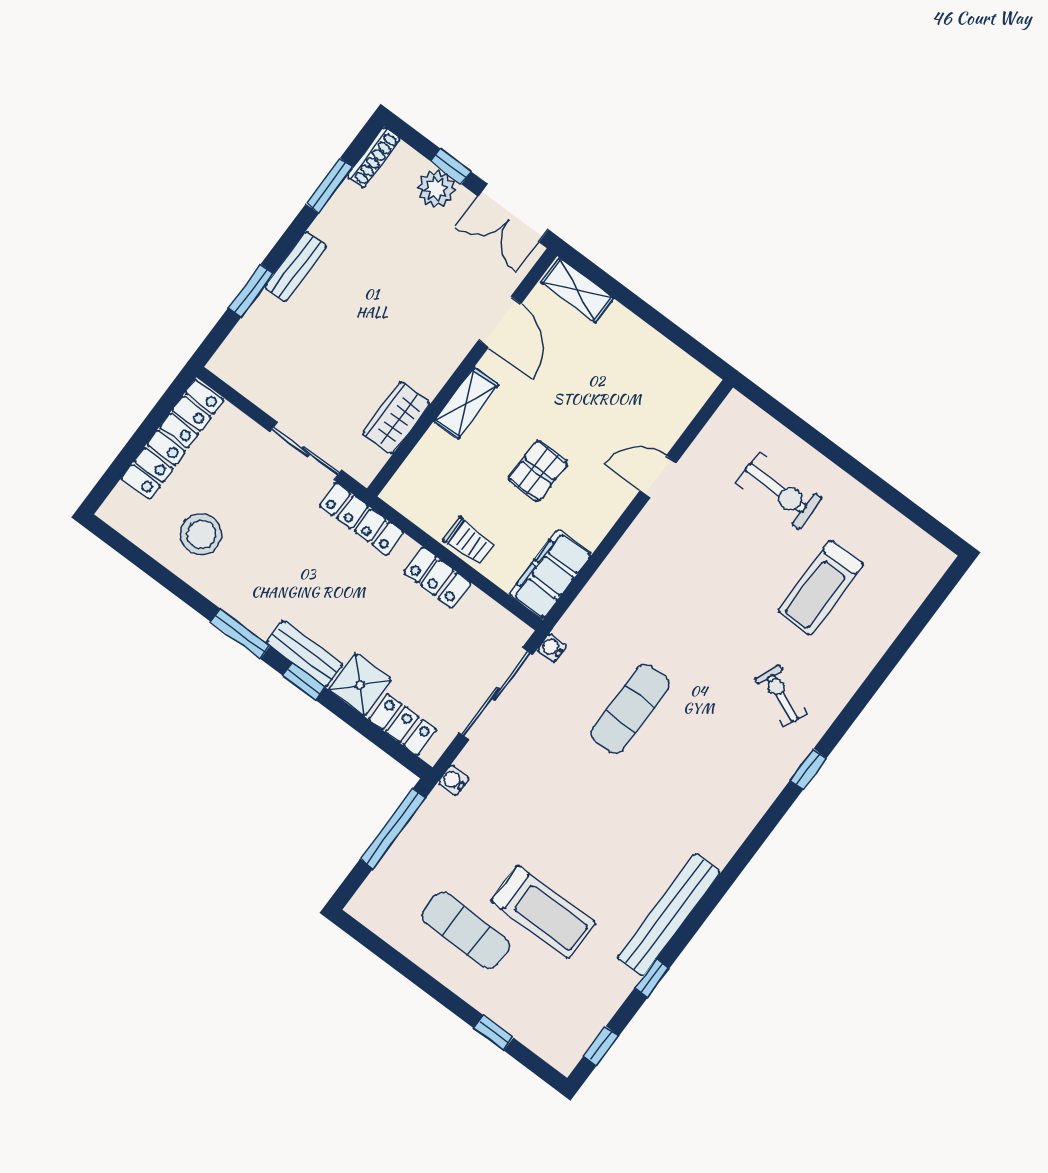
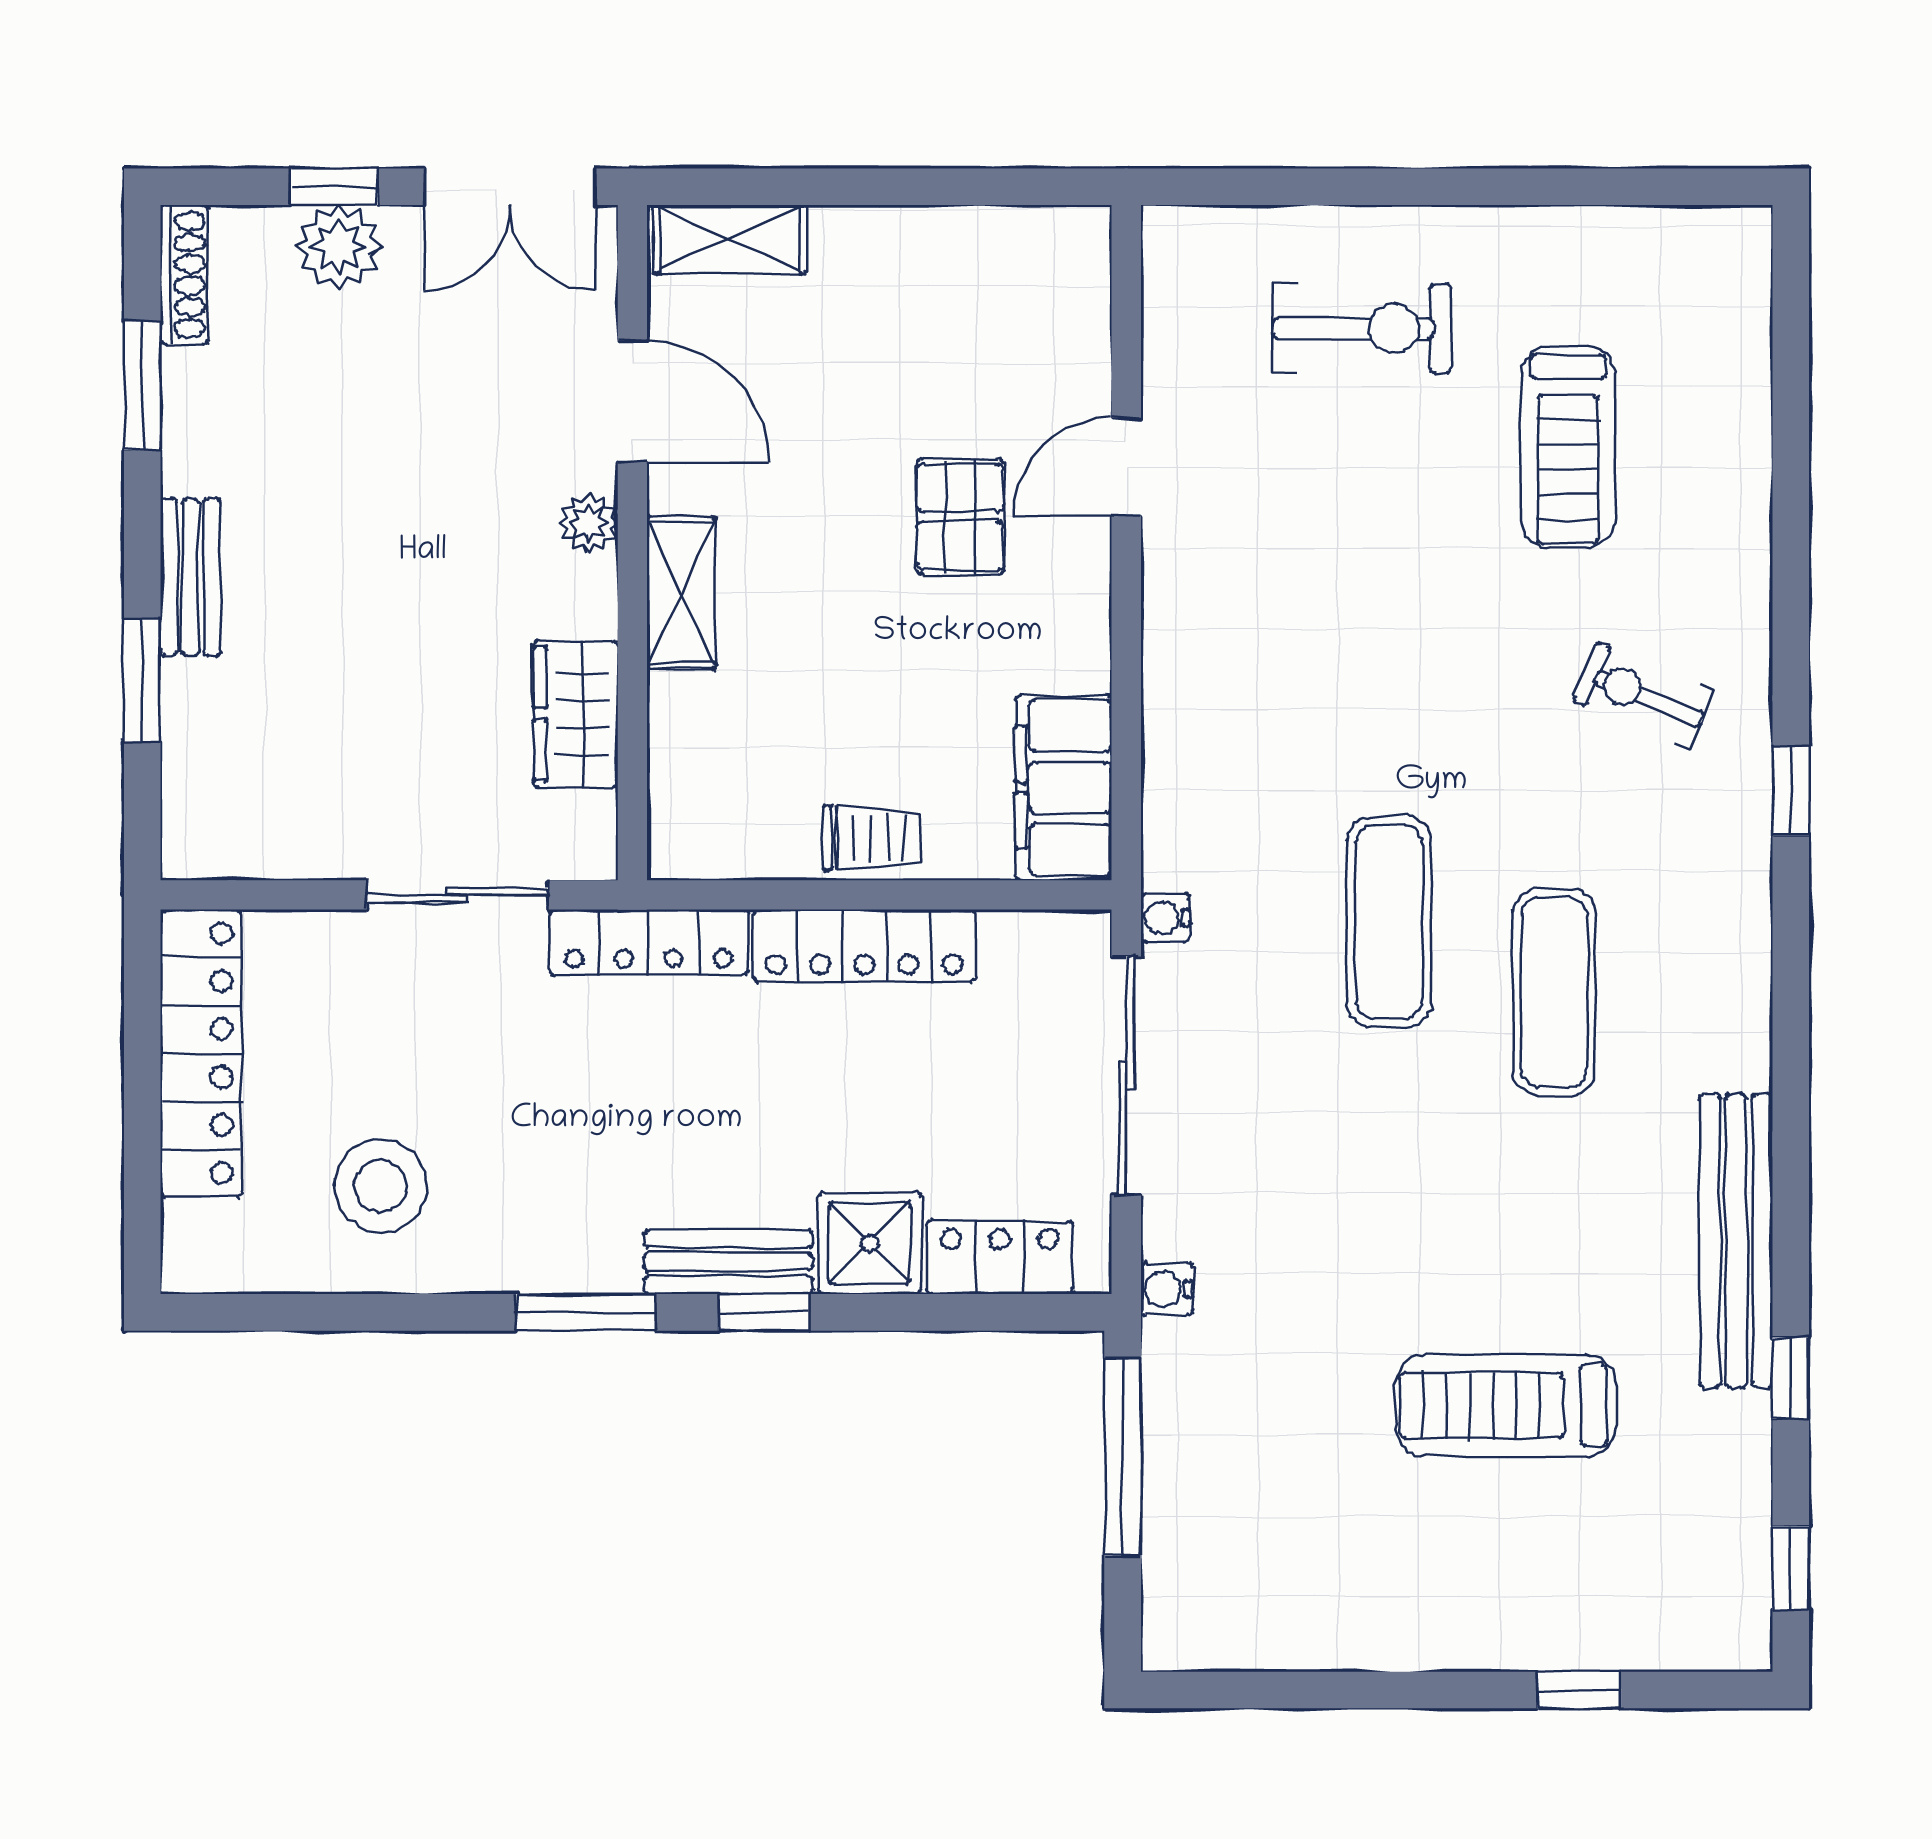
plant: (452, 354) -> (588, 523), added
pallet: (538, 471) -> (960, 517), moved
locker: (437, 578) -> (864, 946), width x1.53
treadmill: (543, 912) -> (1506, 1405), turned 180
exercise mat: (466, 931) -> (1554, 992), moved, turned 90

